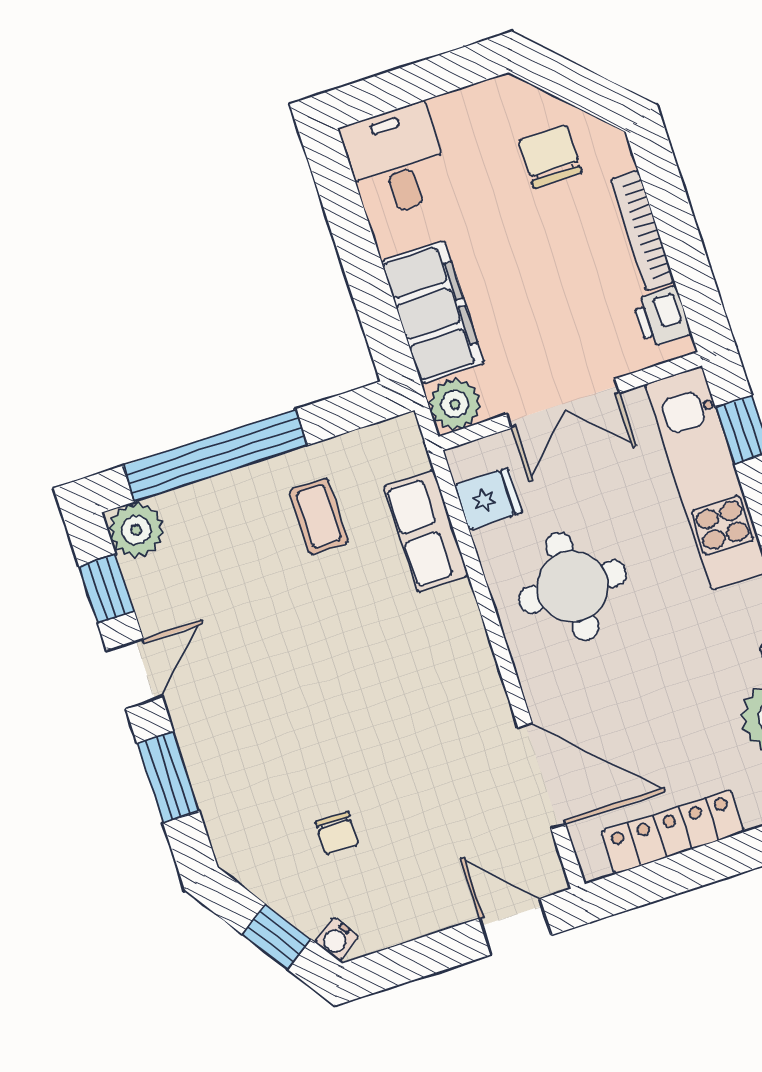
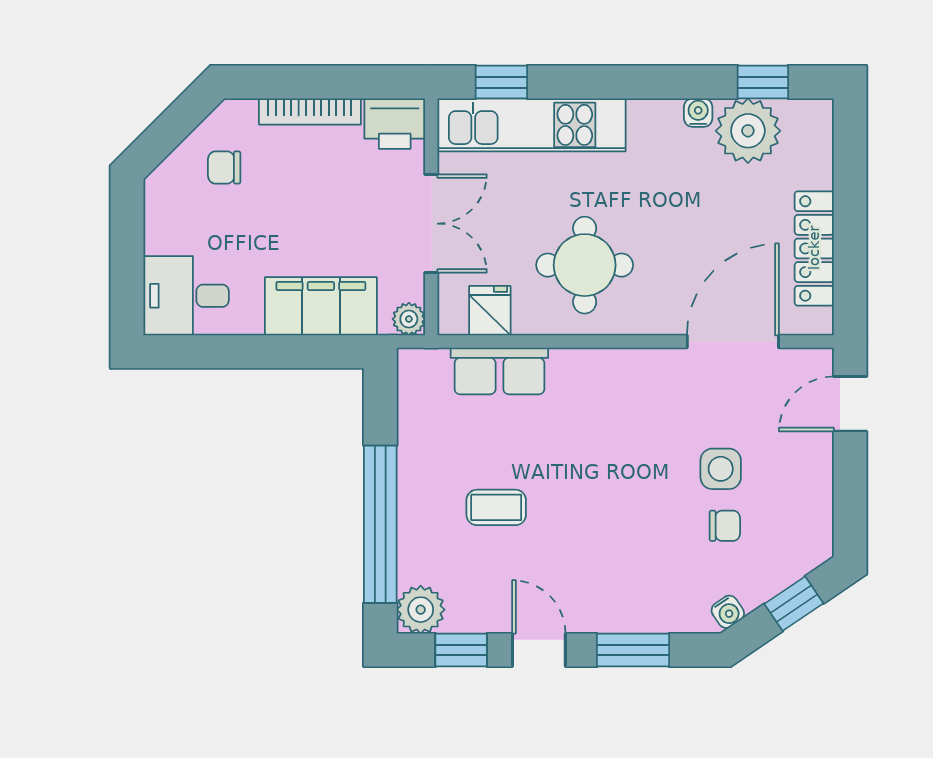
chair: (550, 157) -> (224, 167), width x0.73, depth x0.73
printer: (662, 317) -> (395, 124), width x1.36, depth x1.24
plant: (455, 404) -> (409, 319), width x0.73, depth x0.73
coffee table: (319, 516) -> (496, 507), moved
side table: (398, 808) -> (721, 469), added
water cooler: (336, 939) -> (728, 612), moved

